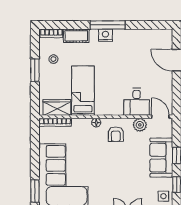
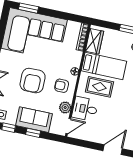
rug: (108, 91) -> (99, 87), added
armchair: (117, 169) -> (33, 81), added

